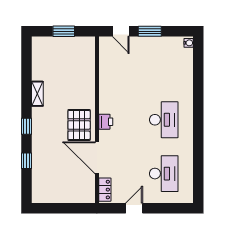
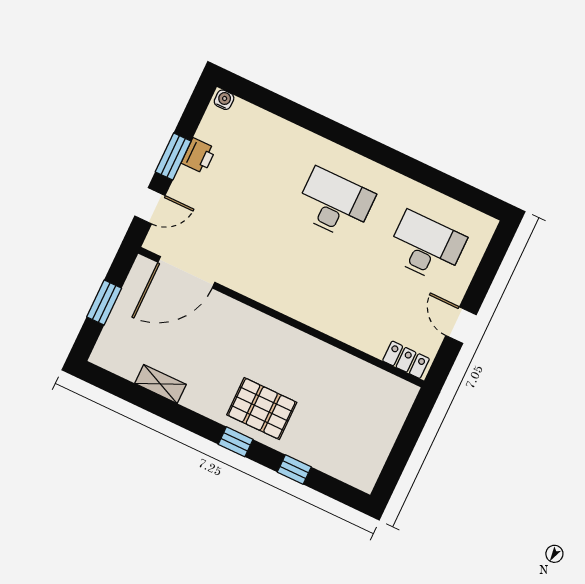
shelving: (37, 94) -> (160, 384), moved
printer: (106, 122) -> (199, 156), moved, turned 90
pallet: (79, 125) -> (262, 409), moved
door: (97, 158) -> (186, 272), moved

